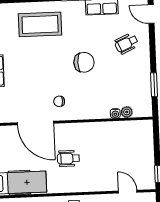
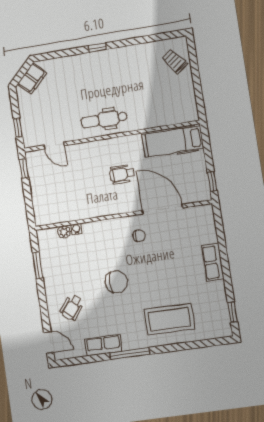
wheelchair: (126, 43) -> (72, 307), turned 153
chair: (84, 62) -> (116, 282), turned 180
wheelchair: (68, 158) -> (122, 174), turned 180

